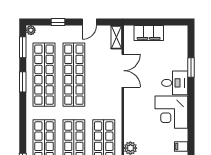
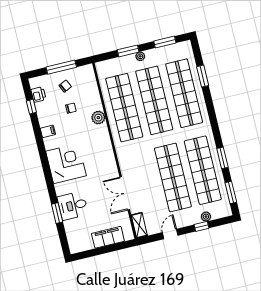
plant: (31, 30) -> (206, 217), moved
desk: (175, 83) -> (73, 206), moved

